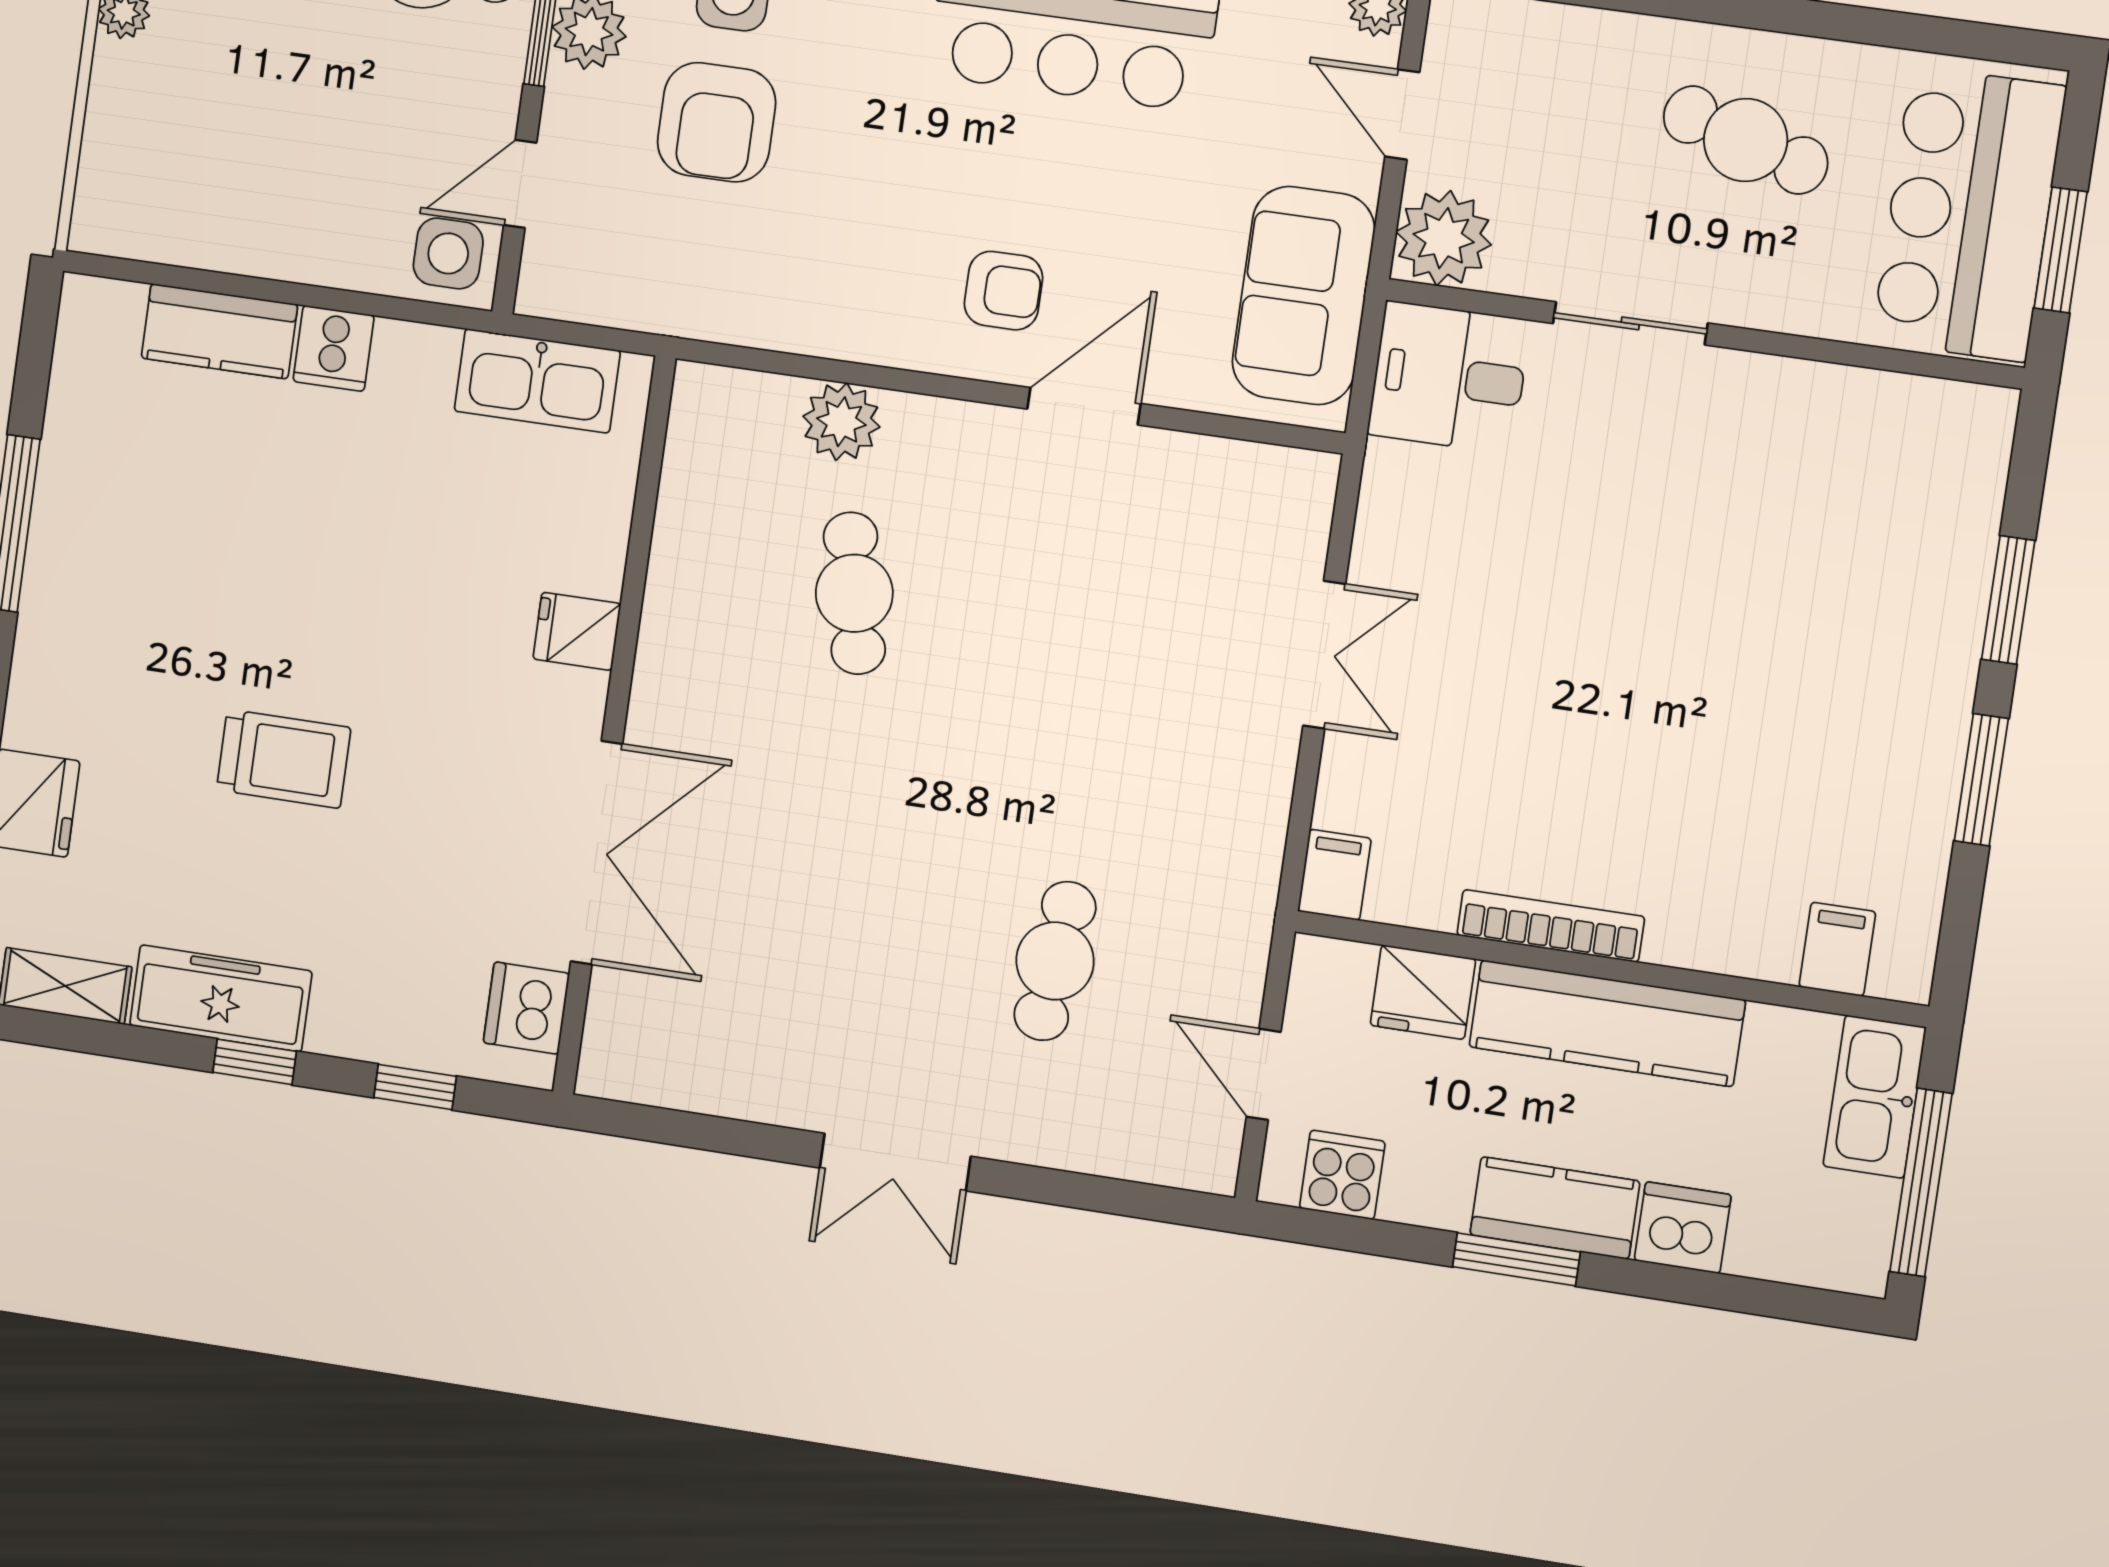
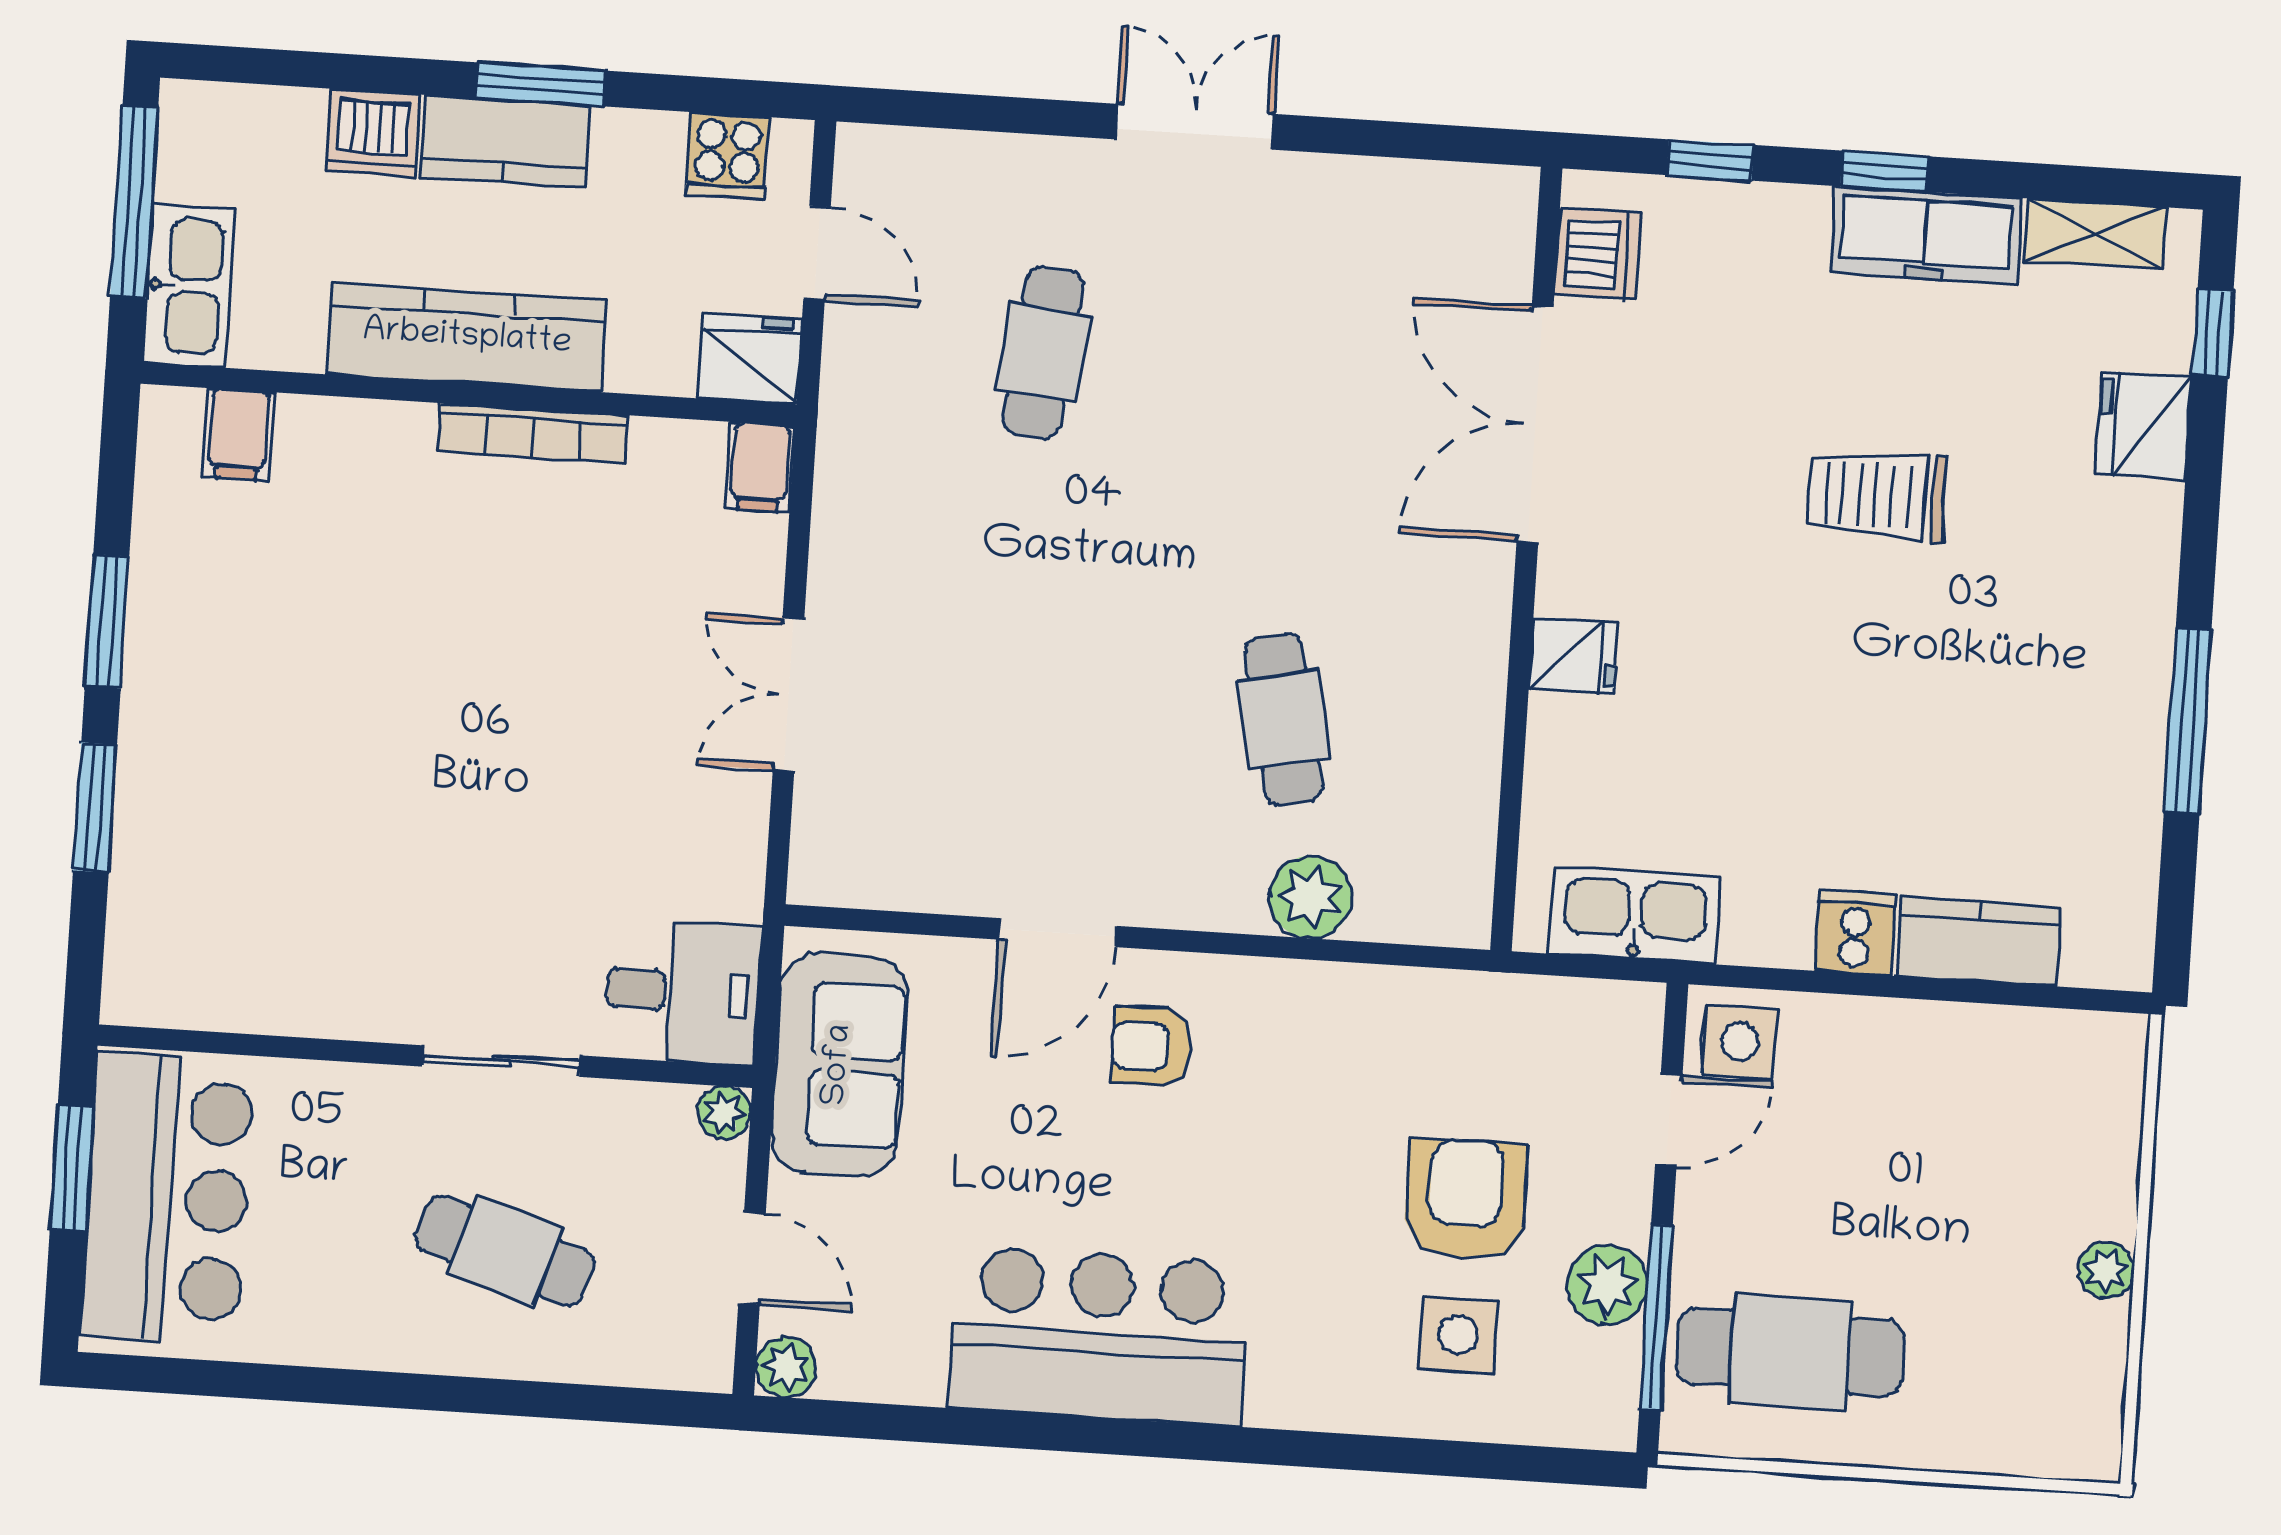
cafe table: (1746, 140) -> (505, 1251), moved
plant: (1444, 238) -> (724, 1113), width x0.53, depth x0.53
fridge: (1423, 992) -> (750, 359), moved

